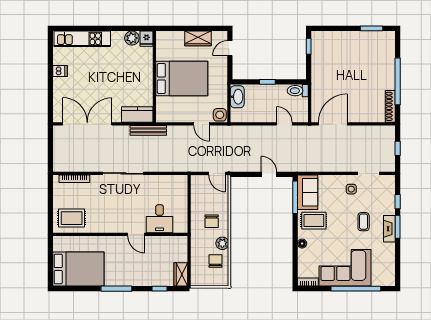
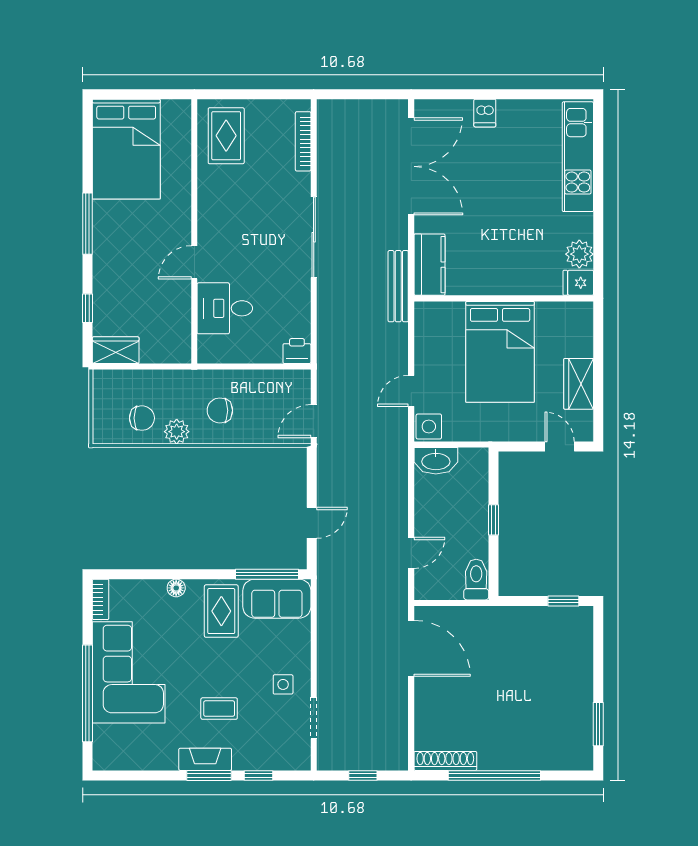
dishwasher: (60, 71) -> (485, 113), moved
washbasin: (237, 97) -> (436, 461), moved
printer: (181, 182) -> (297, 351), added

